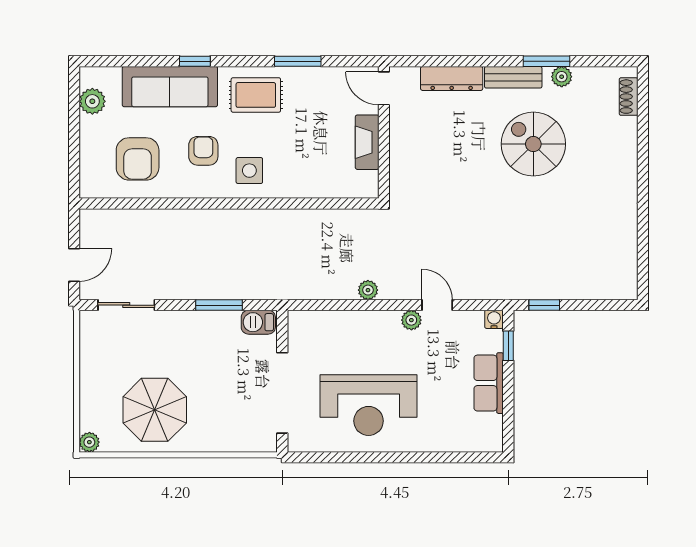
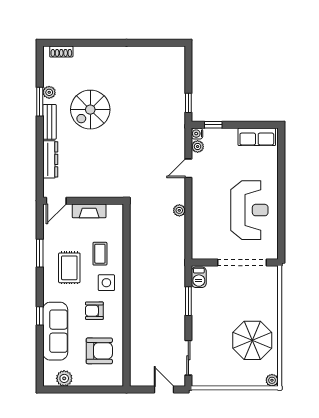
rug: (256, 95) -> (69, 268), moved
coffee table: (297, 160) -> (100, 254), added
plant: (411, 320) -> (198, 147), moved
row of seats: (489, 383) -> (257, 137), moved

